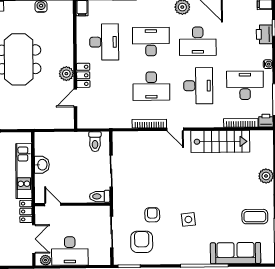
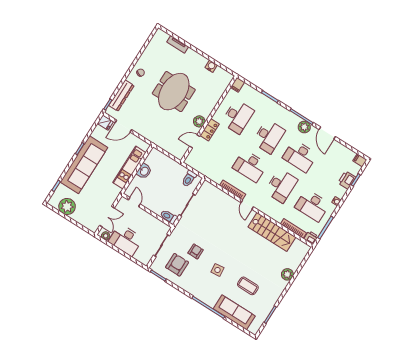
desk: (151, 42) -> (269, 136), turned 90
desk: (245, 85) -> (312, 205), turned 180
locker: (26, 211) -> (114, 195), removed
coffee table: (255, 217) -> (248, 286), moved

